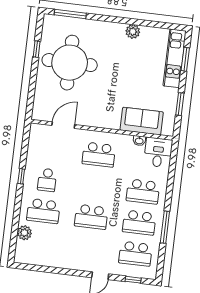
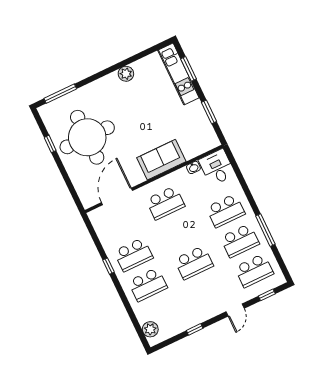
sofa: (142, 121) -> (161, 160), moved
door: (63, 125) -> (117, 197), width x1.36
school desk: (47, 180) -> (134, 255), width x1.85
plant: (24, 233) -> (150, 329), moved
window: (58, 271) -> (195, 329), added

